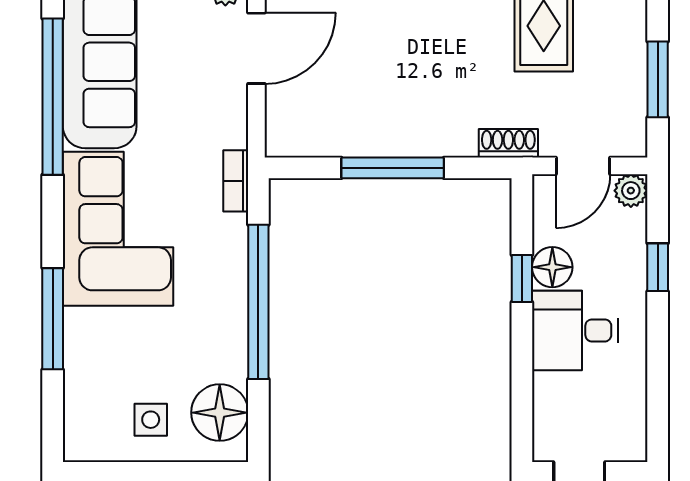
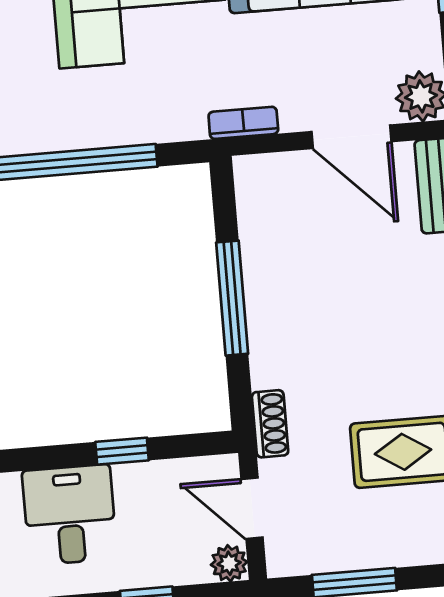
bookcase: (236, 181) -> (243, 123), moved
floor lamp: (552, 267) -> (137, 484), removed

